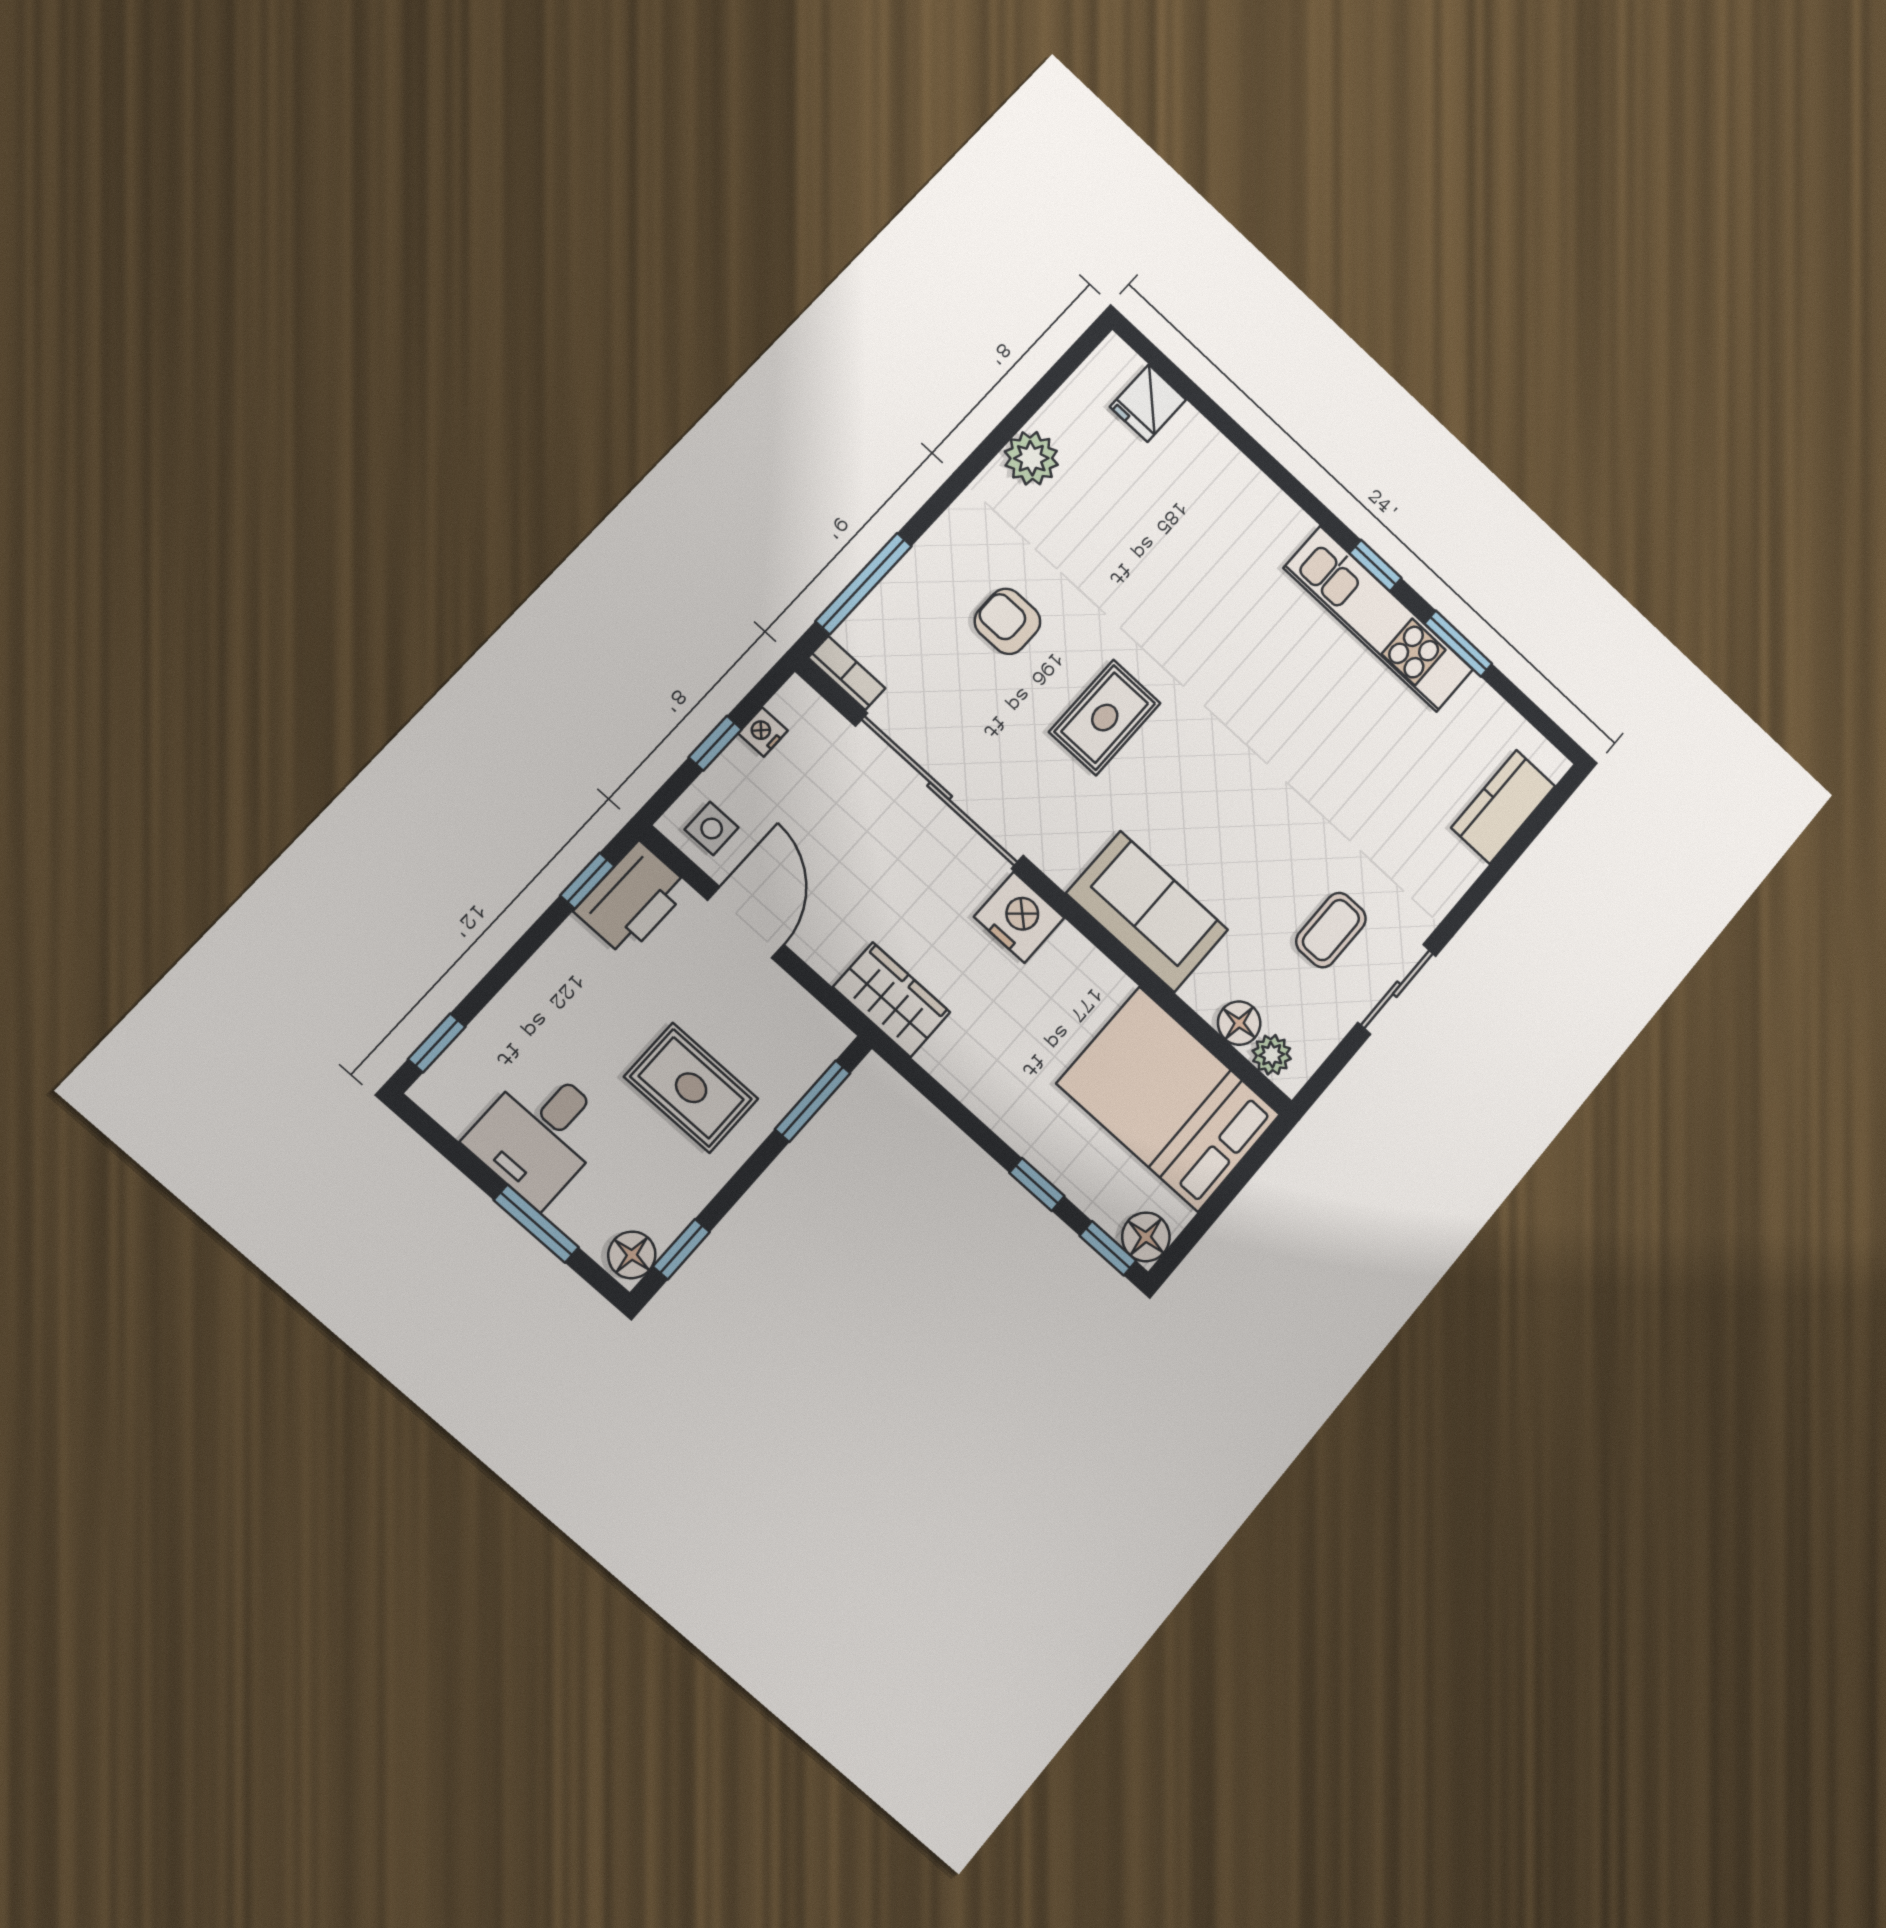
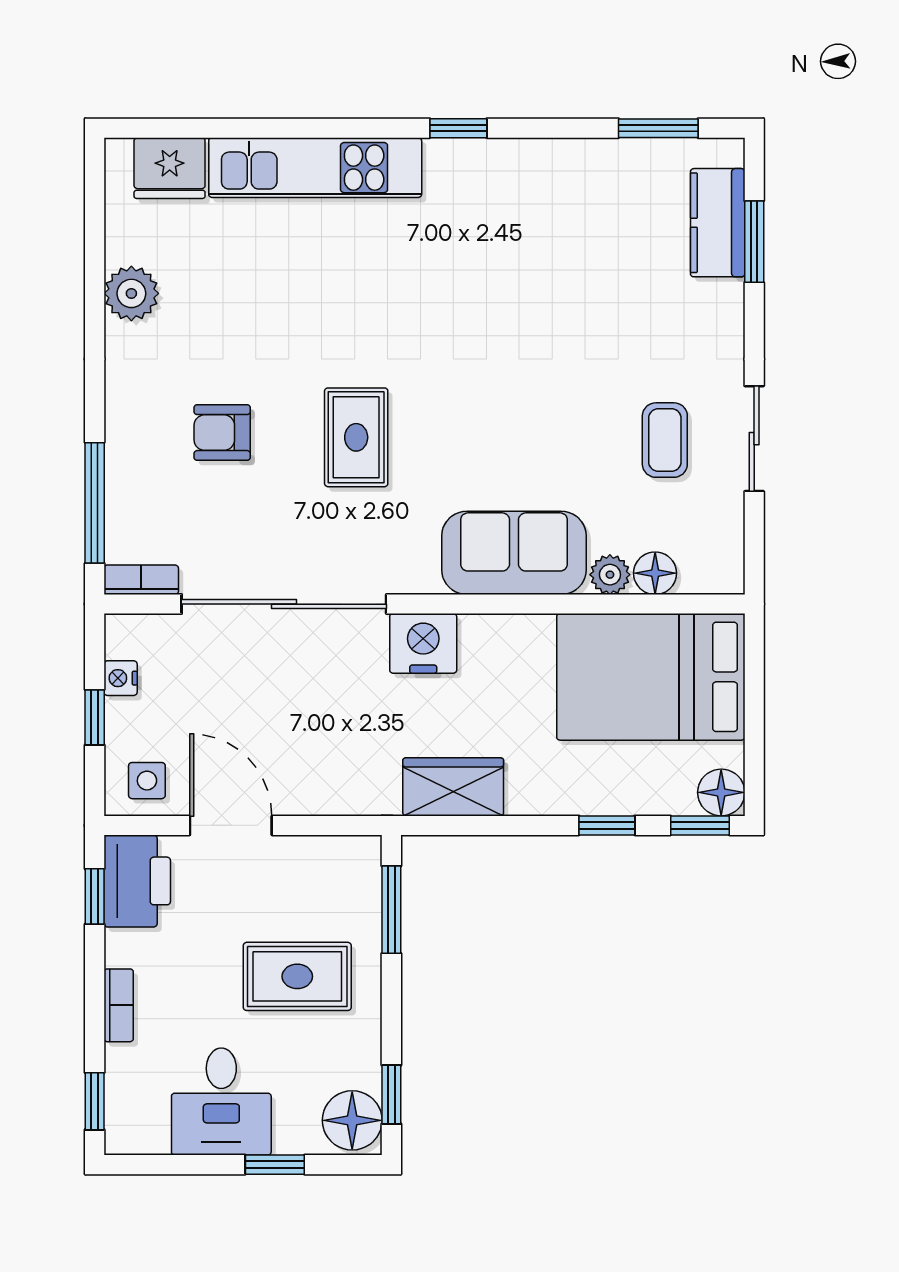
fridge: (1148, 403) -> (170, 168), width x1.38
kitchen unit: (1379, 619) -> (315, 168), moved
window: (1458, 644) -> (658, 128), moved
window: (1518, 845) -> (754, 242), added
bookcase: (527, 984) -> (119, 1005), added
wardrobe: (892, 1000) -> (453, 787), moved
plant: (1272, 1055) -> (610, 575), moved
window: (536, 1224) -> (275, 1165), width x0.67
floor lamp: (632, 1255) -> (352, 1120), width x1.38, depth x1.38

